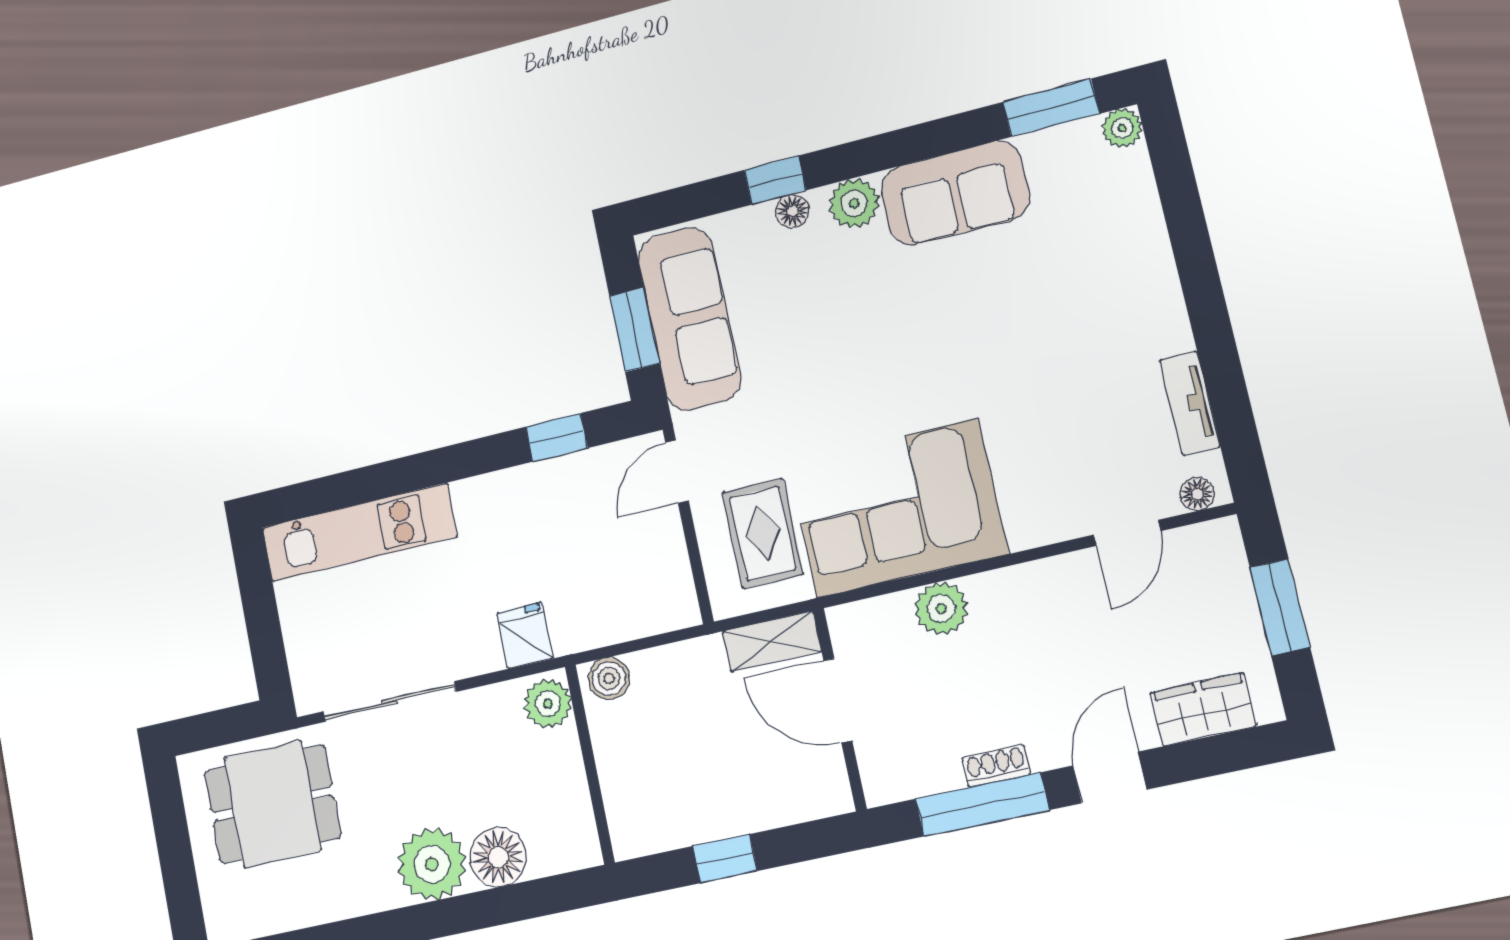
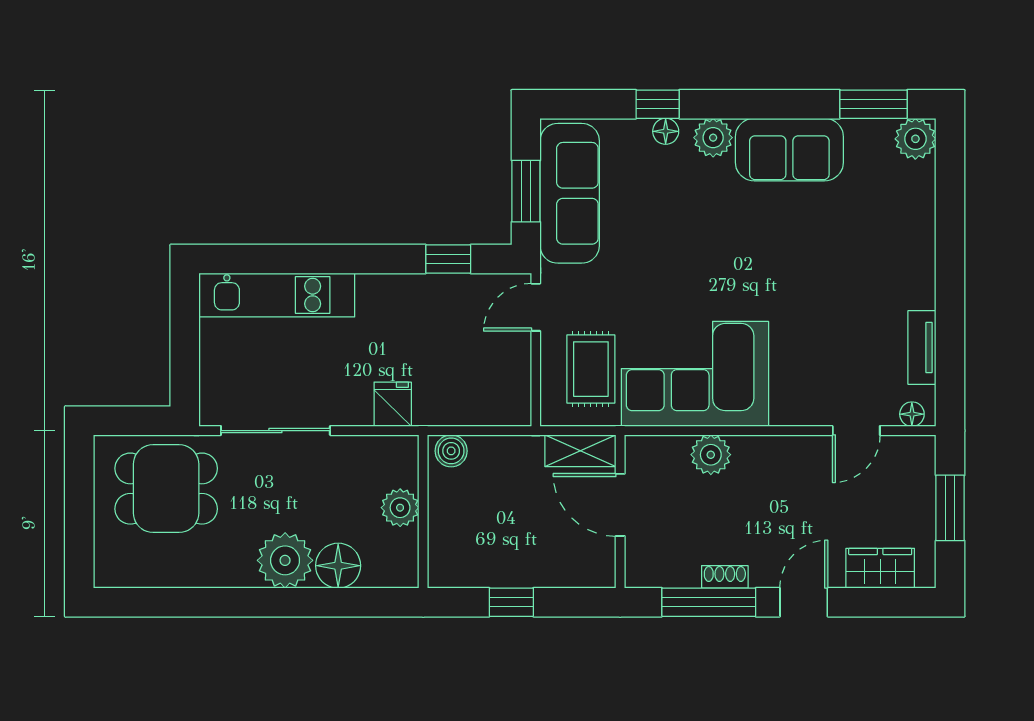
plant: (1122, 128) -> (915, 139), width x1.38, depth x1.38
plant: (548, 703) -> (400, 508), moved

